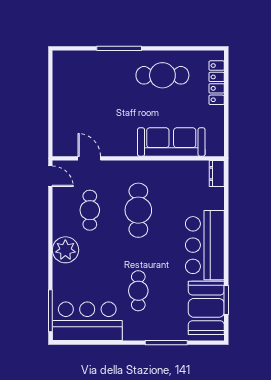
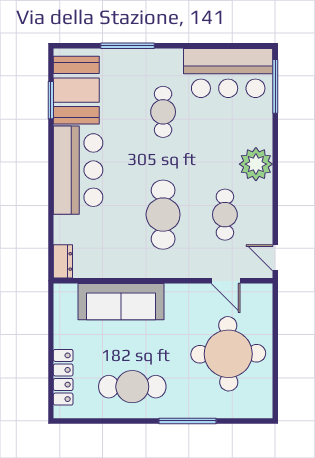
round table: (87, 101) -> (228, 354), added

